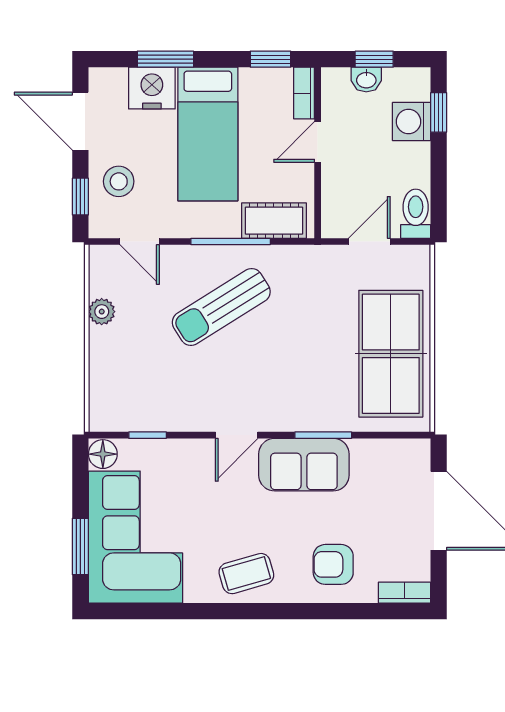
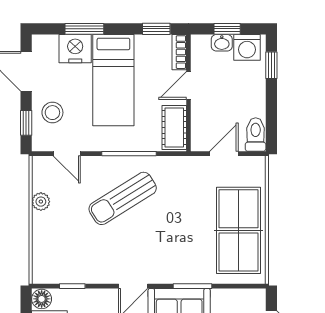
washing machine: (412, 122) -> (247, 47), moved, turned -90
cot: (274, 221) -> (174, 127), moved, turned 90

